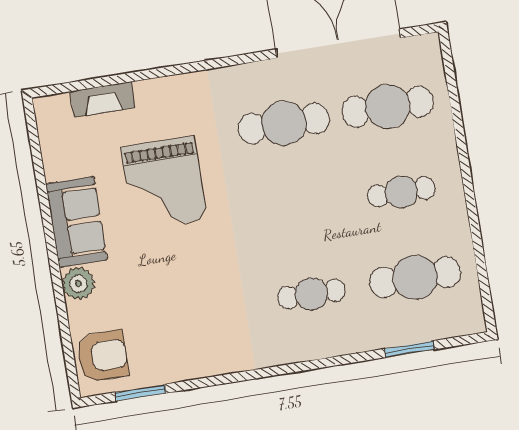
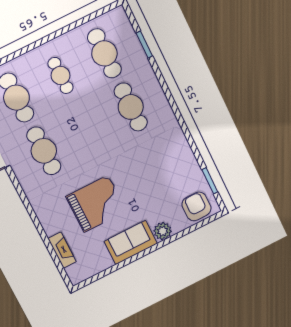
cafe table: (311, 294) -> (131, 107), width x1.37, depth x1.35

